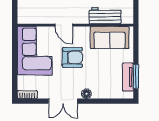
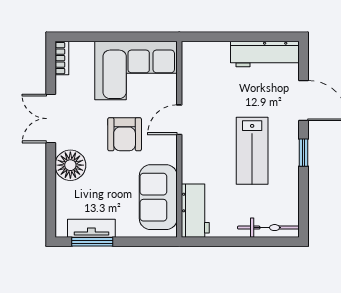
workbench: (105, 16) -> (195, 211), moved
floor lamp: (86, 94) -> (70, 165), width x1.89, depth x1.89

